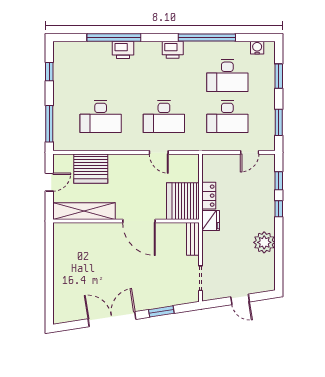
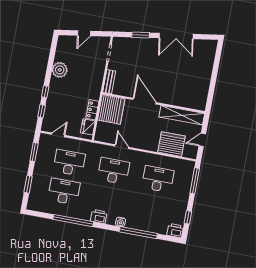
water cooler: (257, 48) -> (121, 222), moved
printer: (123, 50) -> (175, 231), moved
fridge: (211, 220) -> (88, 127), moved
door: (240, 299) -> (84, 33), swing flipped

